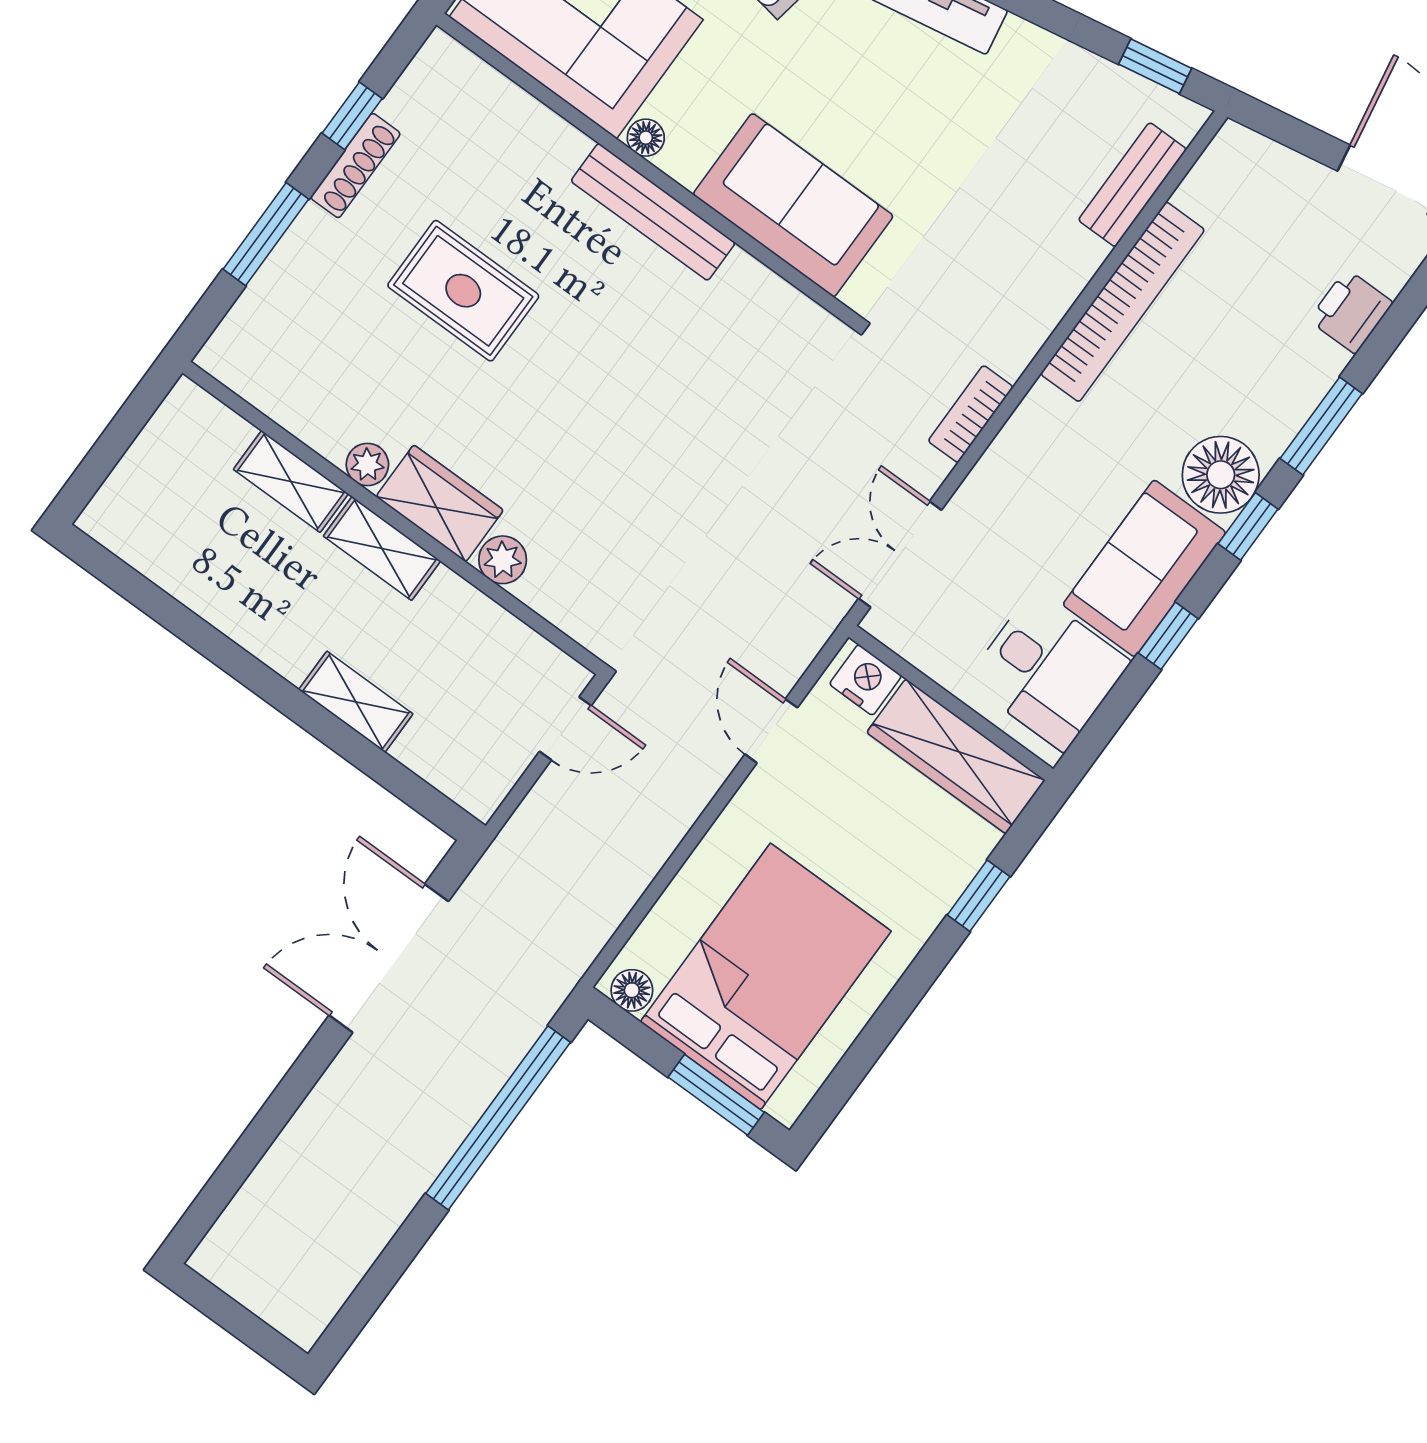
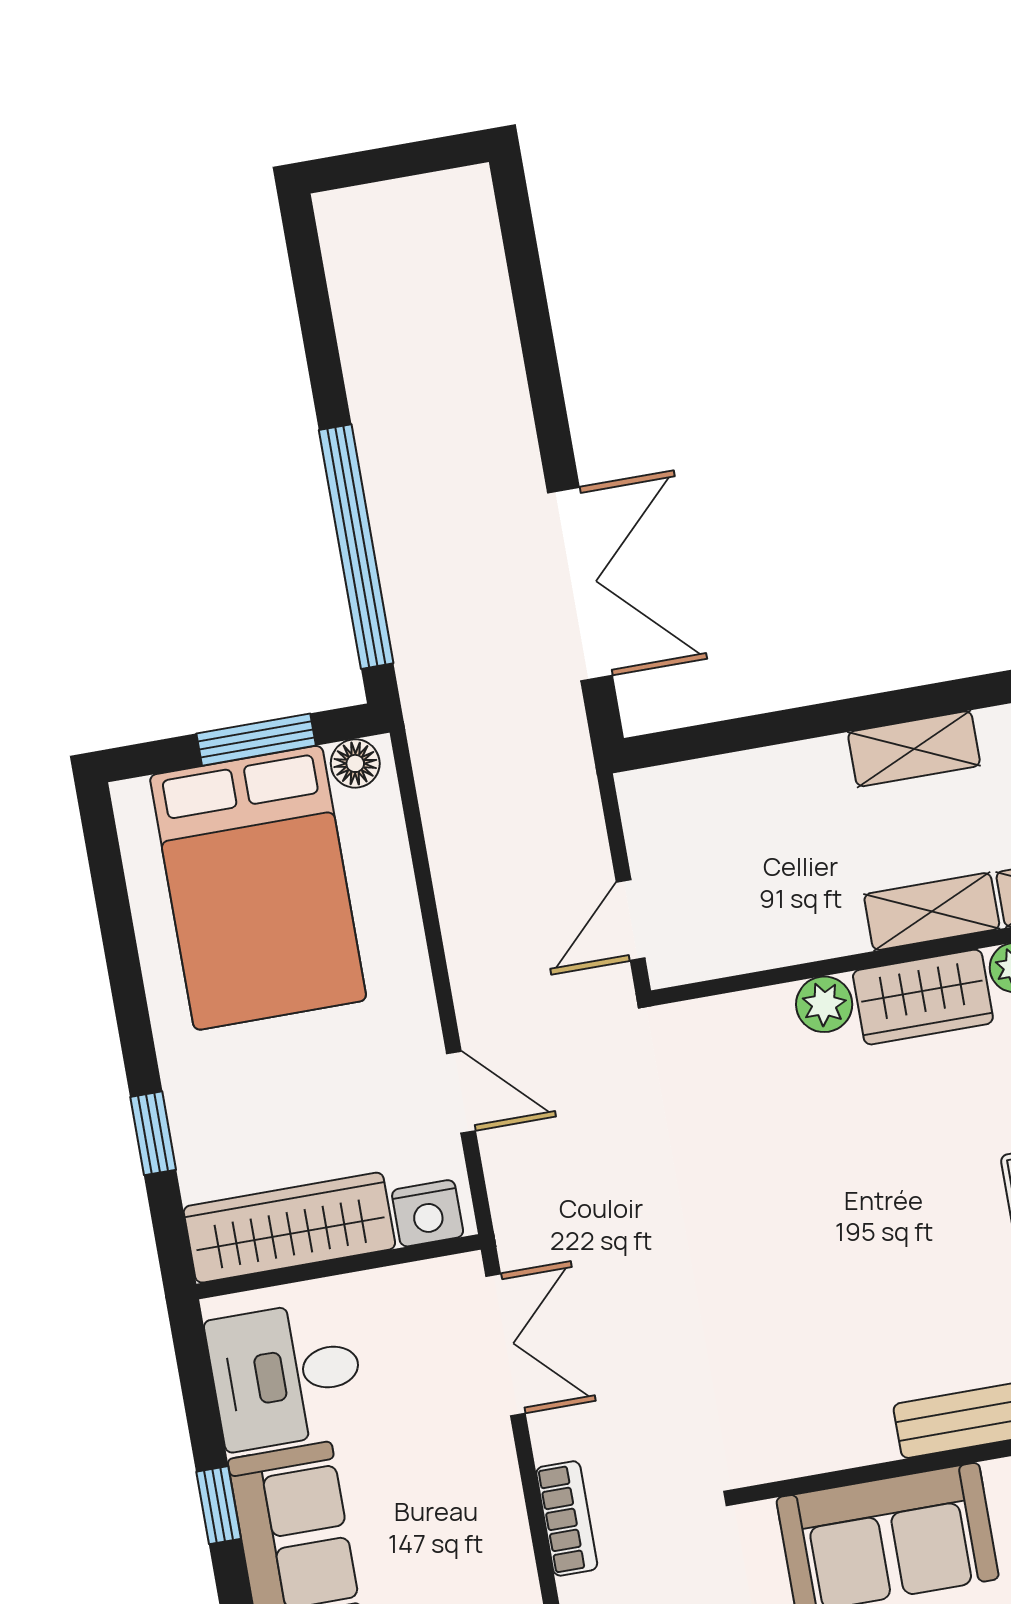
shelving: (356, 702) -> (914, 749), moved
window: (716, 1095) -> (256, 740), moved

